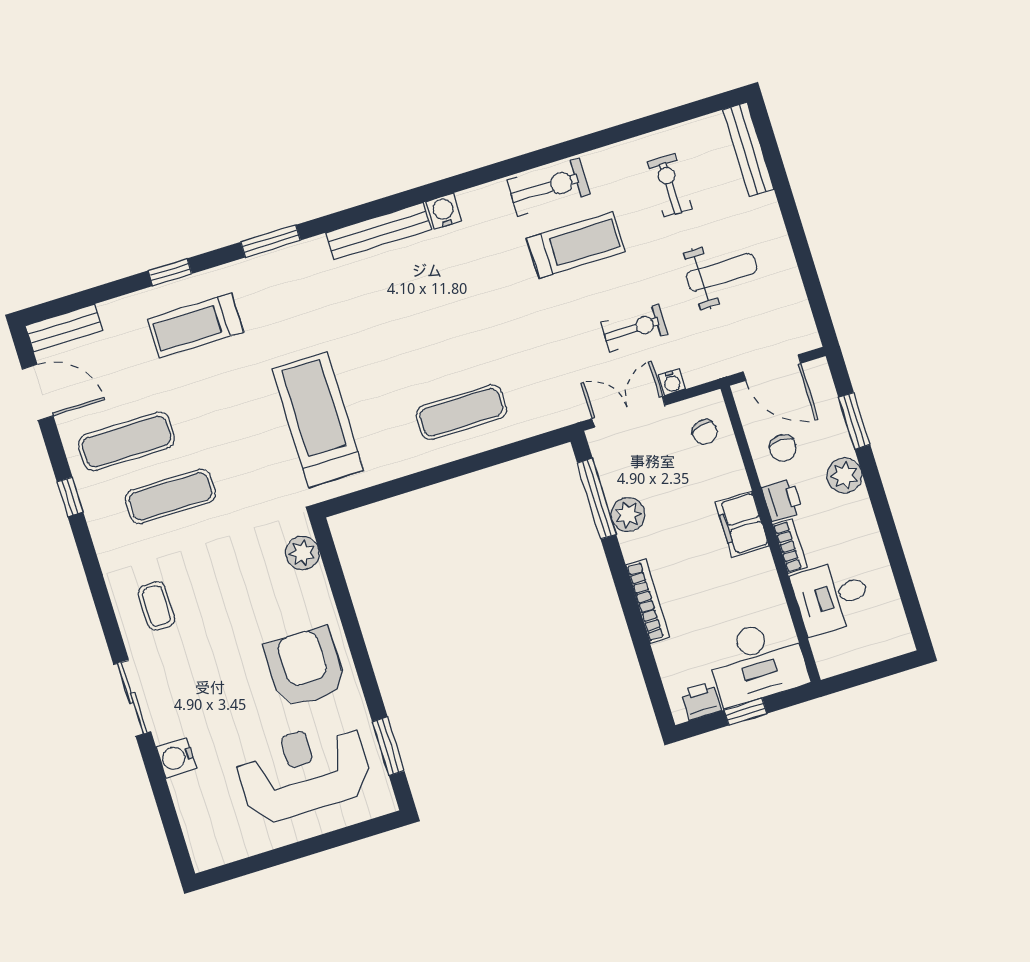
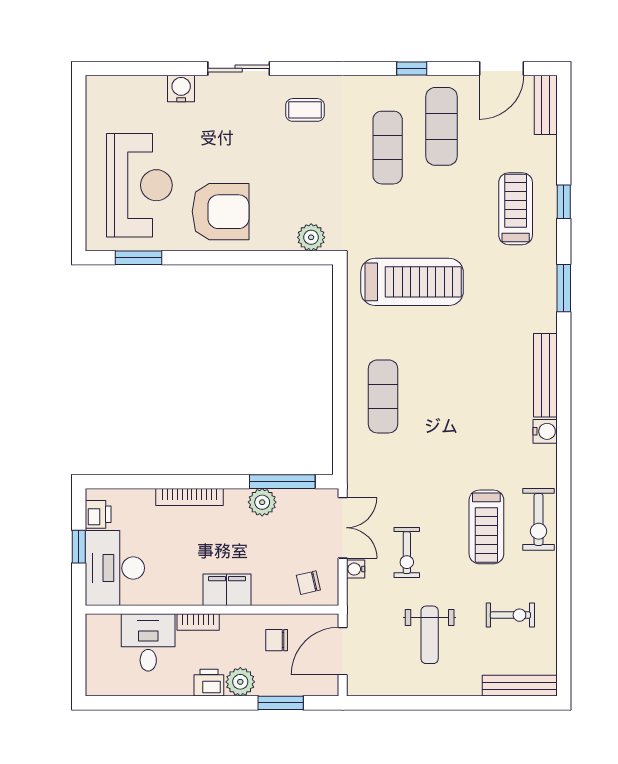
printer: (782, 500) -> (209, 683), moved, turned 180

